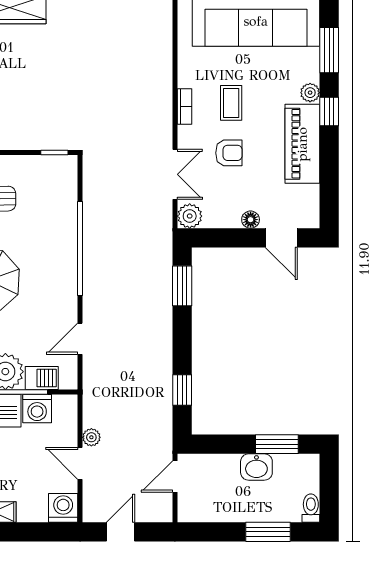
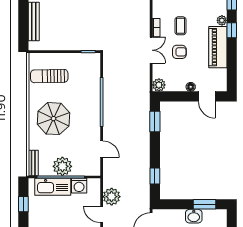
double door: (175, 174) -> (151, 50), moved
door: (80, 339) -> (102, 149), swing flipped
barbecue: (42, 378) -> (81, 170), removed
plant: (91, 437) -> (112, 197), width x1.88, depth x1.88

